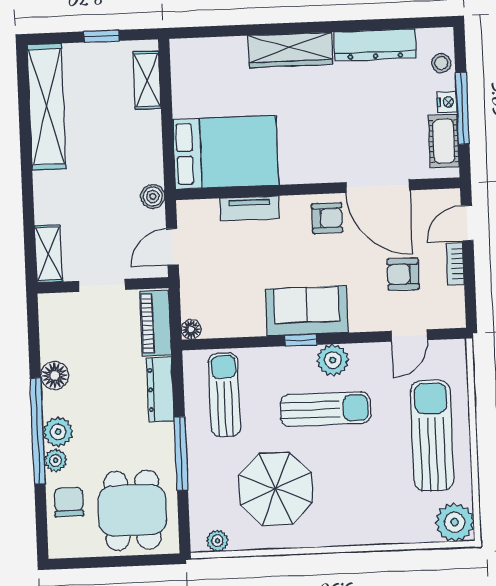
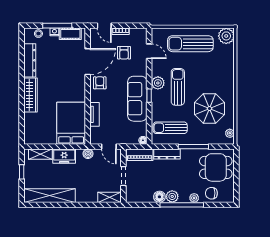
freezer: (144, 139) -> (64, 156), added
sofa: (307, 311) -> (137, 99), width x1.36
plant: (58, 432) -> (172, 196), moved

